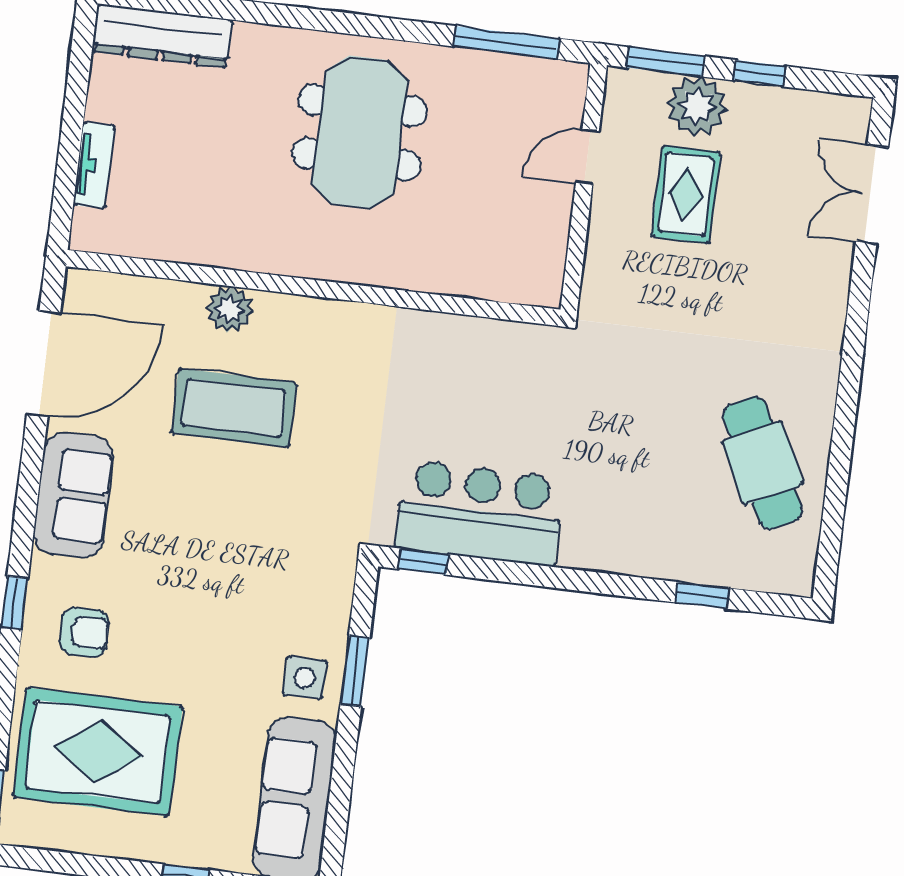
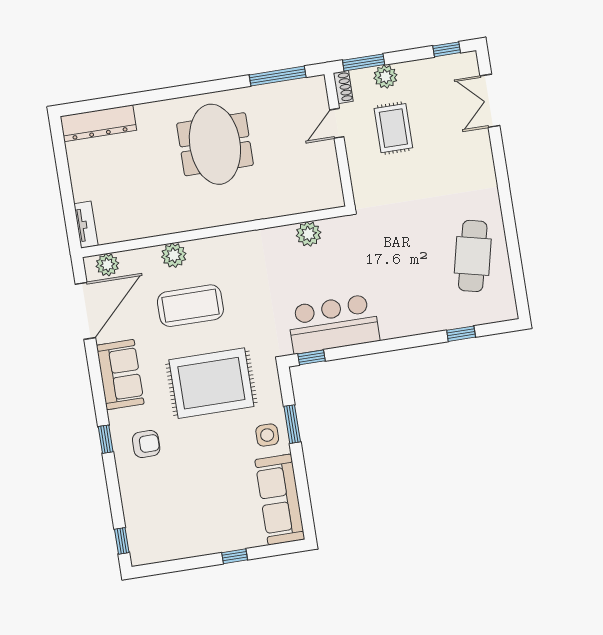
window: (759, 73) -> (447, 49), moved
shoe rack: (617, 96) -> (343, 87), added
plant: (697, 106) -> (385, 77), width x0.73, depth x0.73
tv unit: (94, 165) -> (86, 225), moved
plant: (106, 293) -> (107, 265), added
plant: (481, 340) -> (309, 234), added
cafe table: (763, 463) -> (473, 256), turned 39
rug: (98, 752) -> (211, 383), moved

